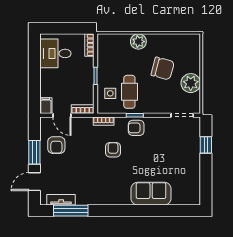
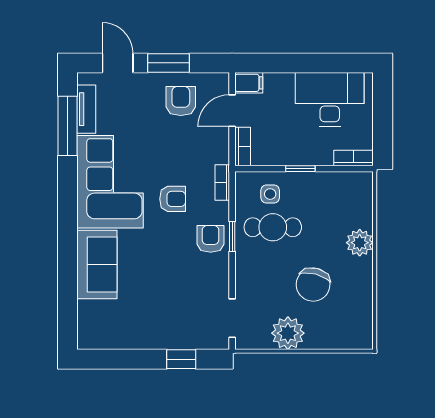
desk: (55, 53) -> (330, 99), width x1.37
armchair: (56, 145) -> (181, 101), turned 90
corner sofa: (103, 186) -> (110, 182), added

